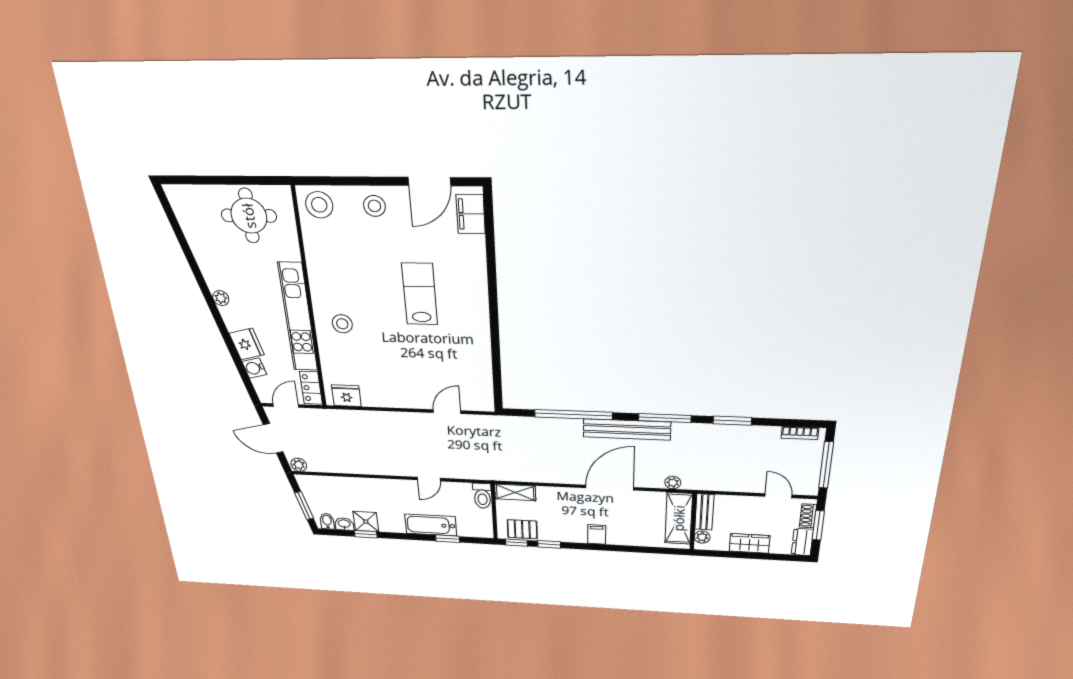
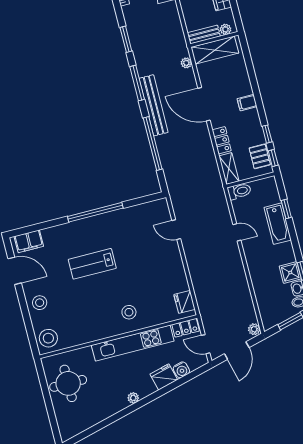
window: (494, 317) -> (95, 212), added
locker: (555, 494) -> (222, 140), added

